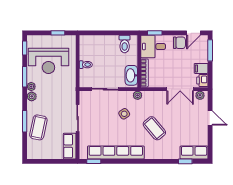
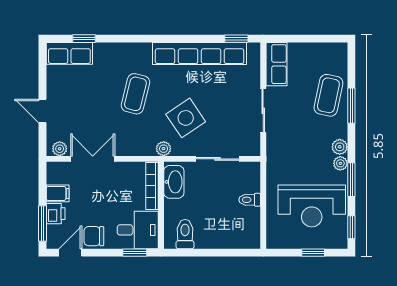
window: (58, 33) -> (313, 253), moved
reception desk: (48, 61) -> (312, 206), turned 180
printer: (202, 81) -> (56, 214), moved
side table: (124, 114) -> (186, 118), width x1.87, depth x1.87
coffee table: (154, 128) -> (135, 94), turned 54

